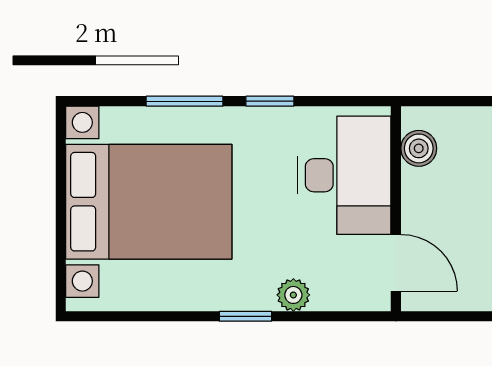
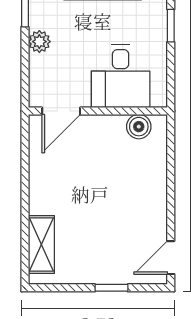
desk: (344, 175) -> (121, 76), width x0.73

